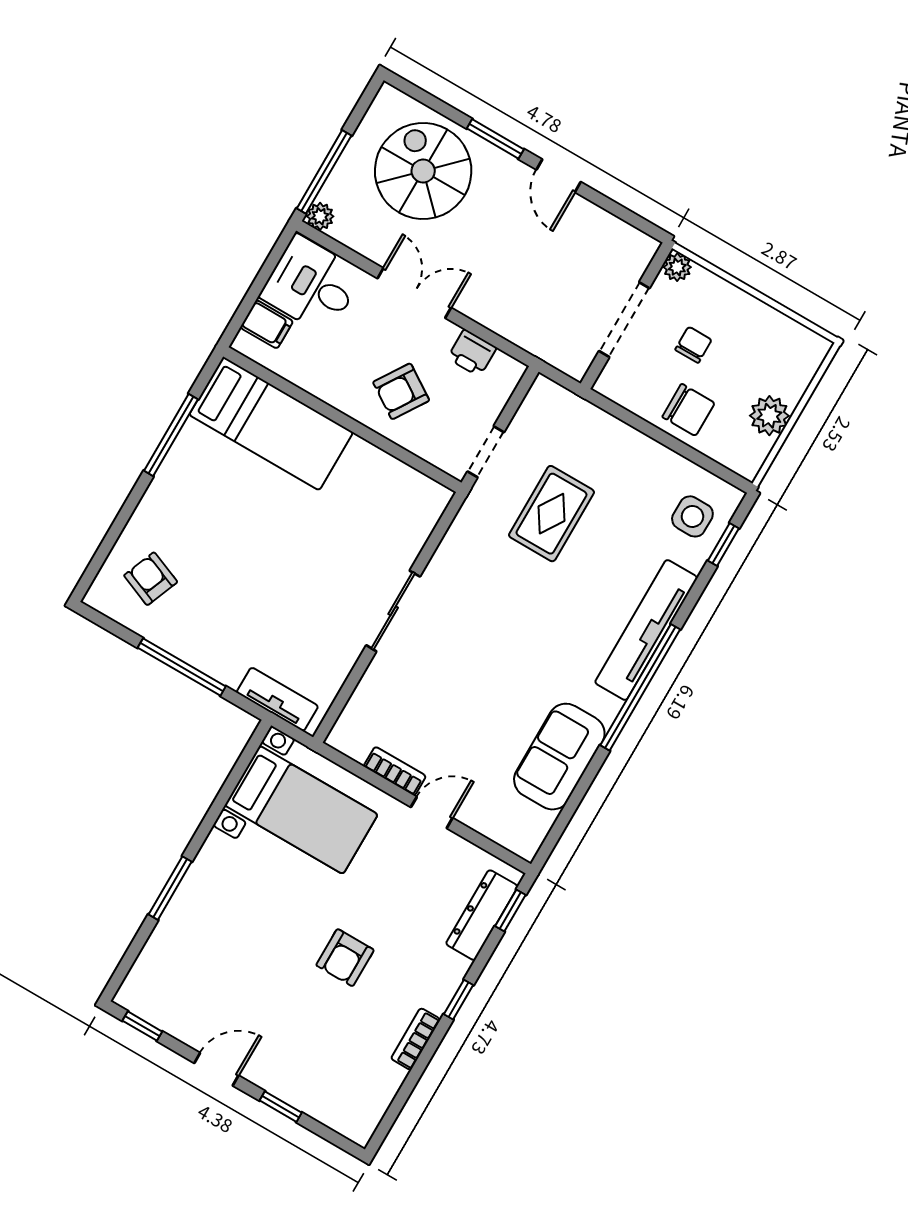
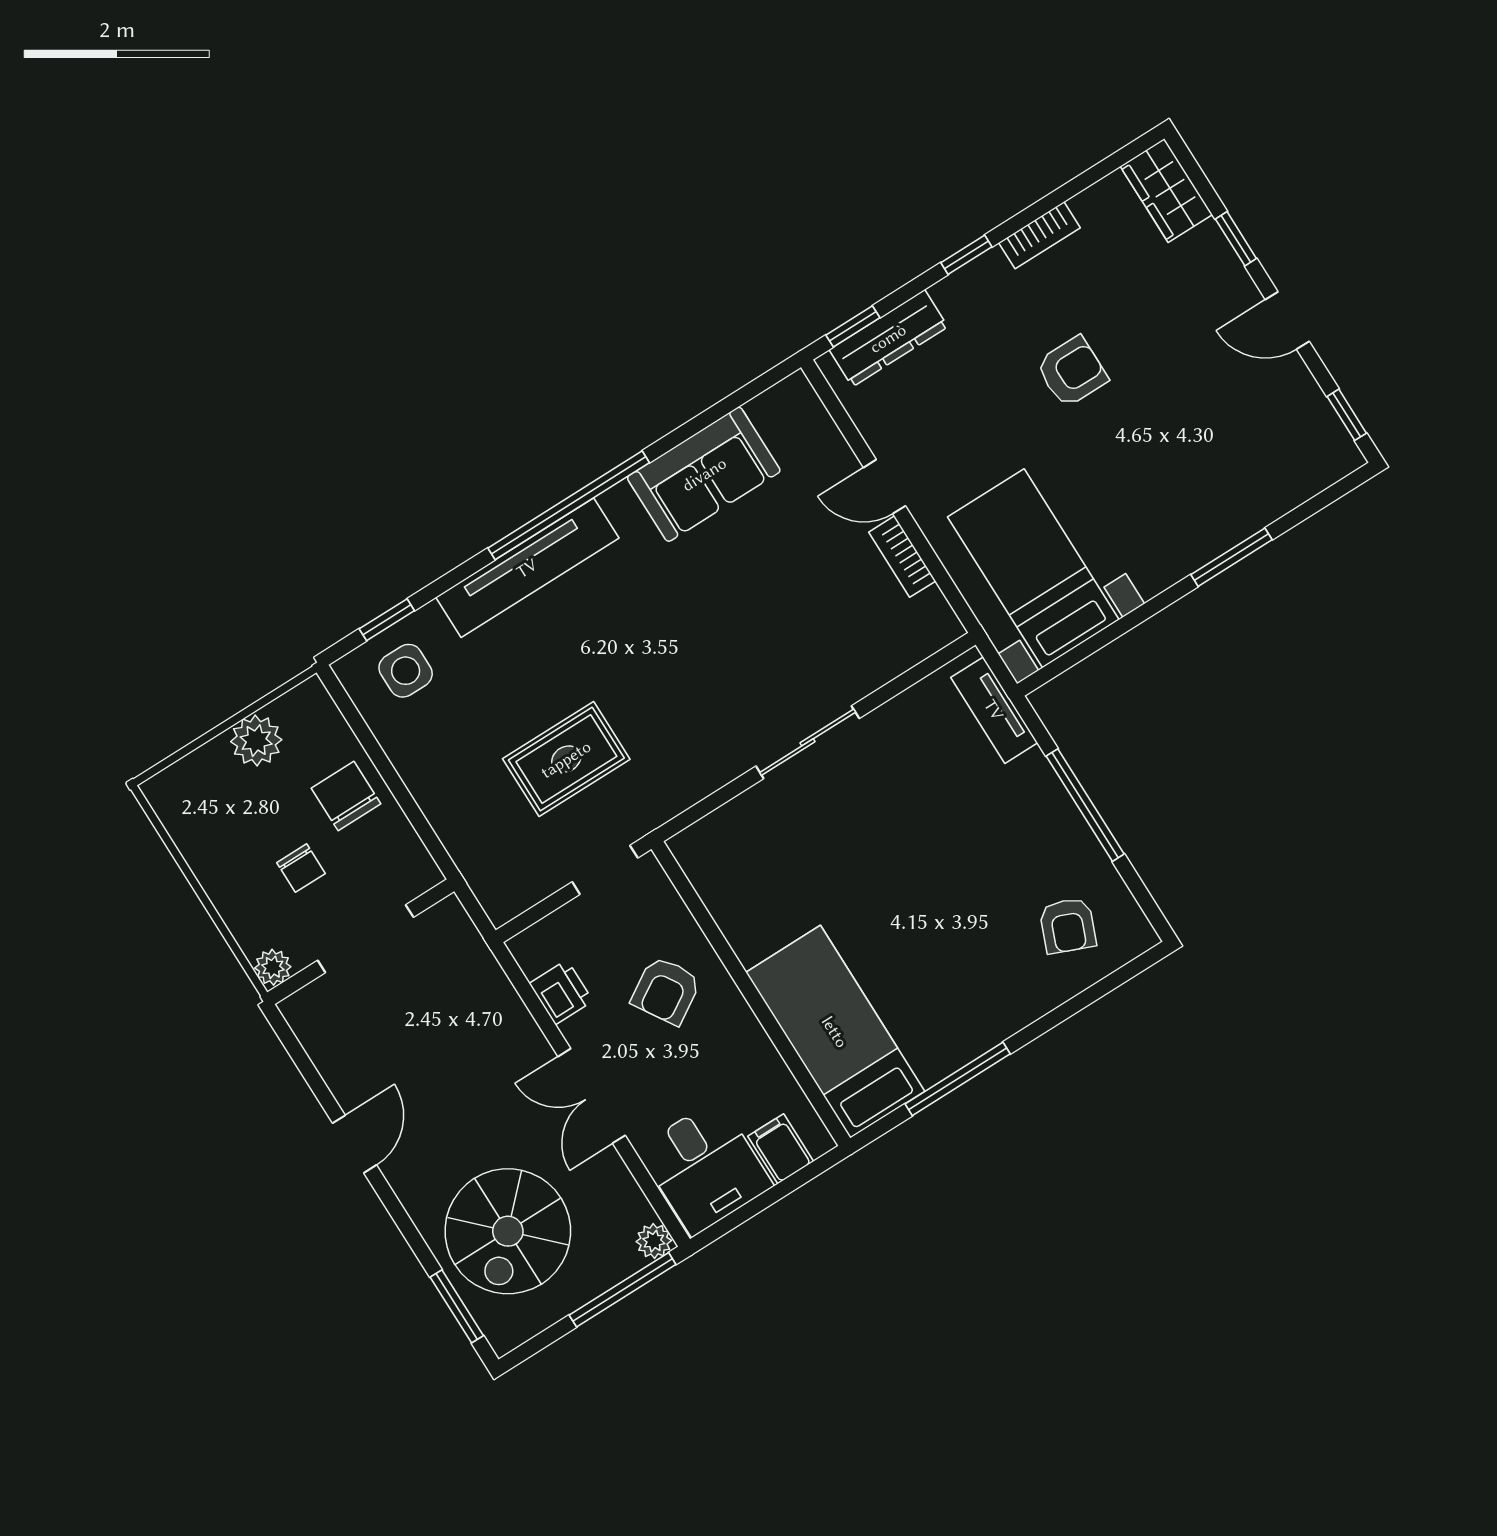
window: (495, 139) -> (457, 1306), moved
chair: (693, 345) -> (301, 868), turned -90
armchair: (401, 391) -> (666, 991), turned 115
wardrobe: (345, 1115) -> (1166, 190), added

